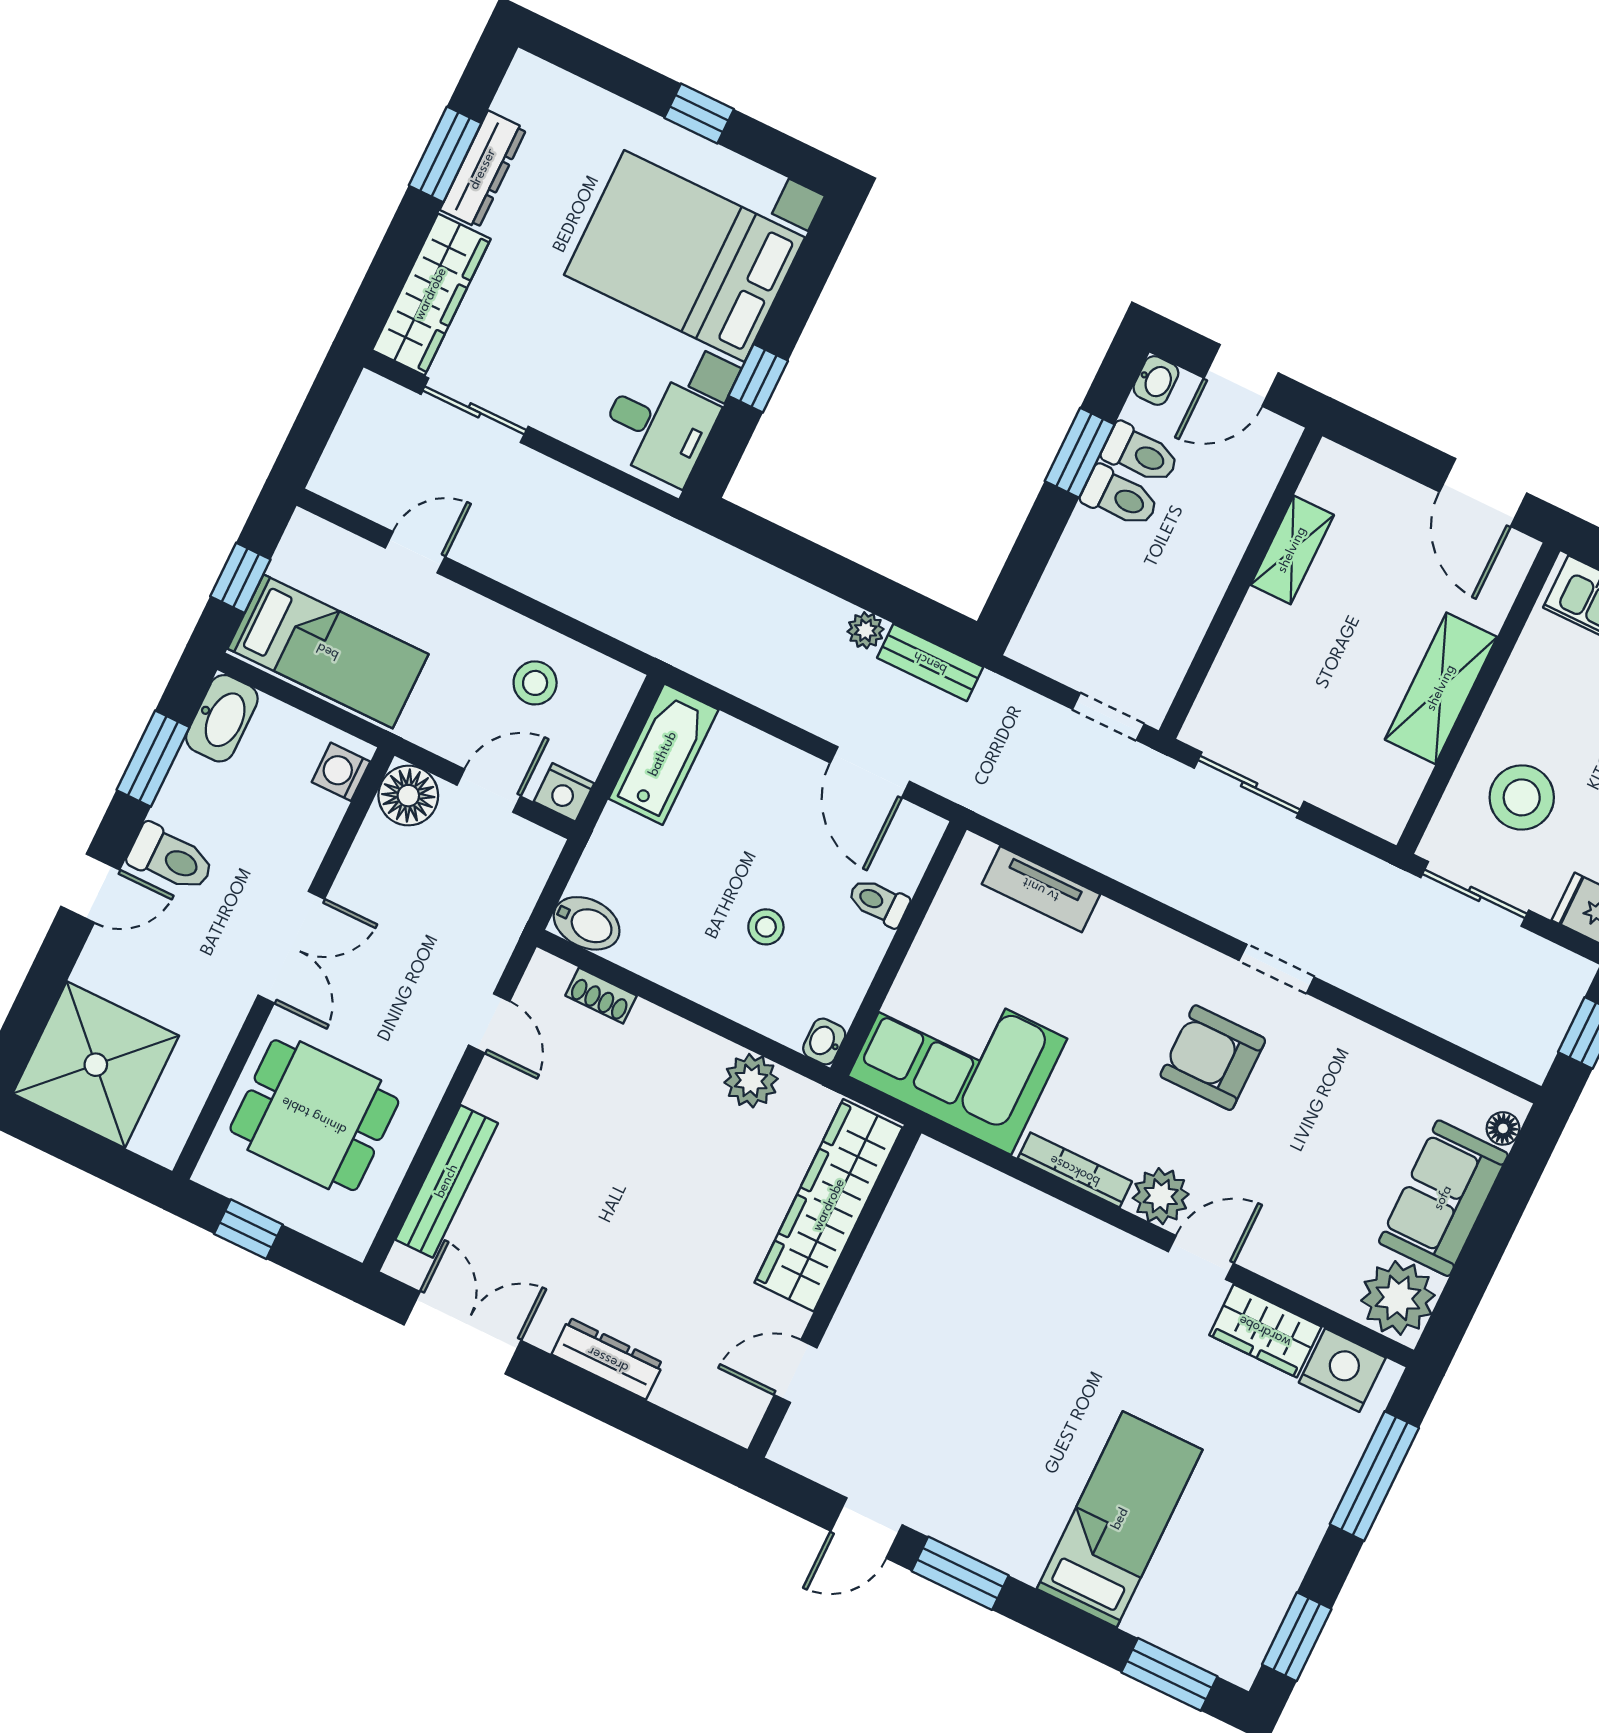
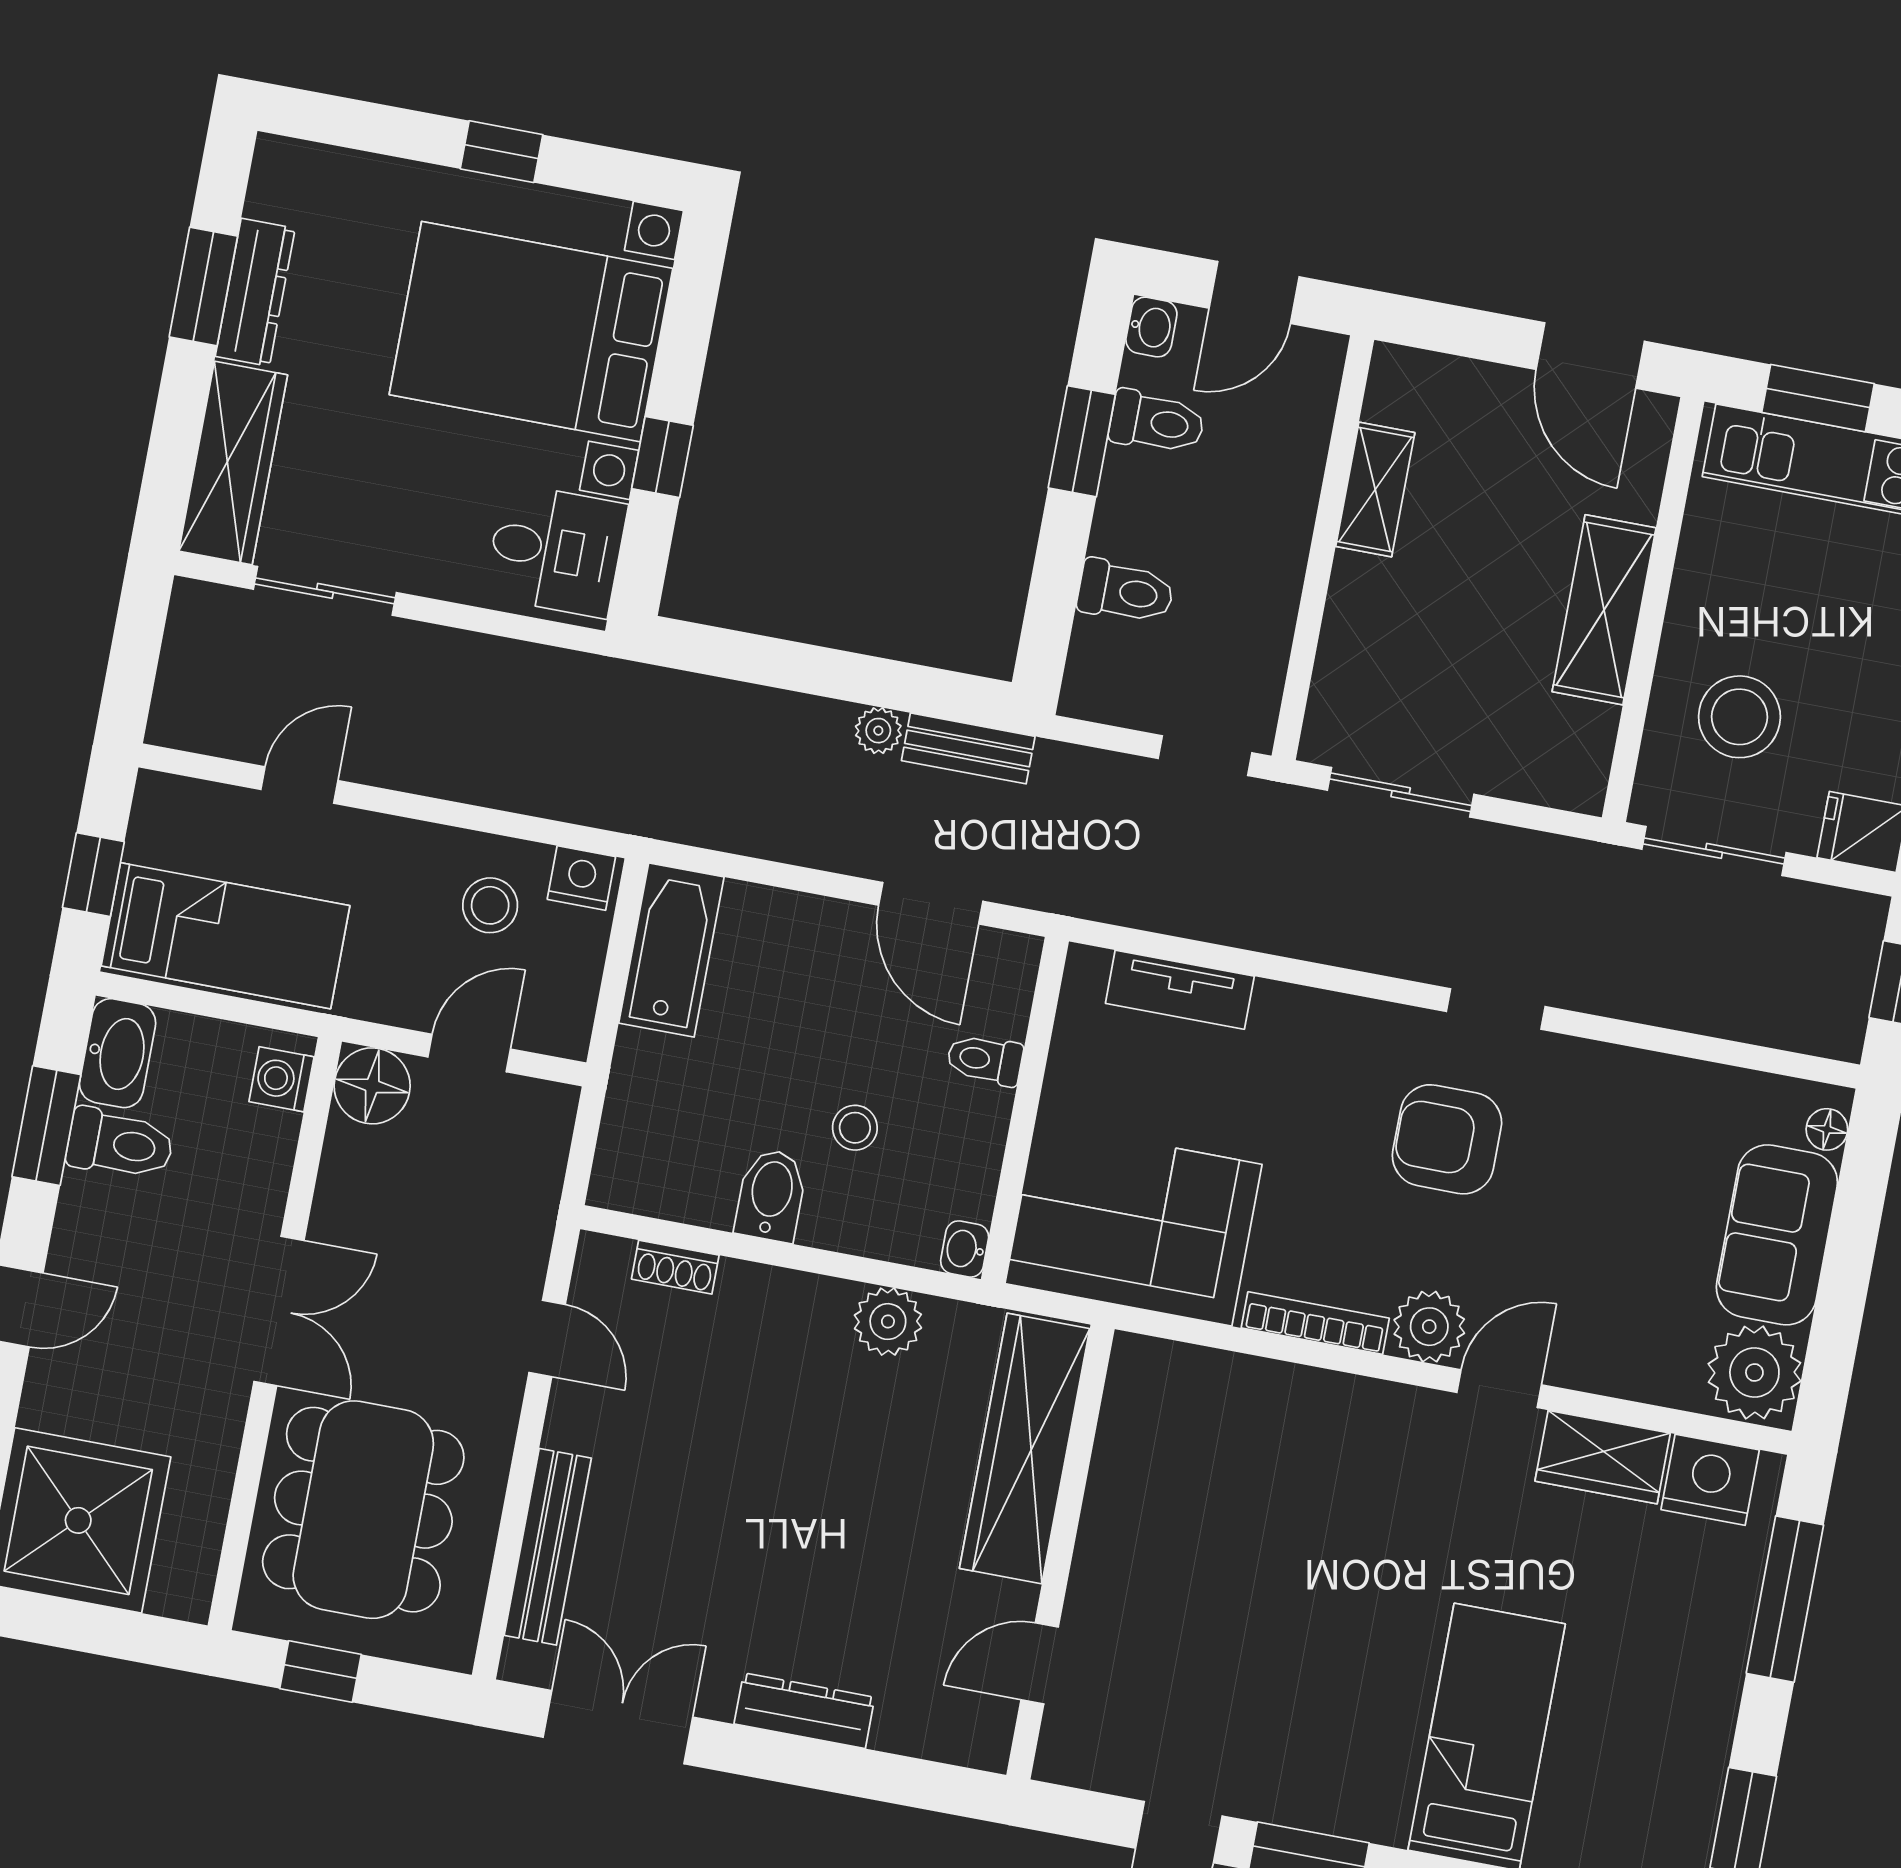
toilet: (1120, 497) -> (1126, 592), moved
nightstand: (564, 792) -> (581, 878), moved, turned 180
toilet: (171, 858) -> (120, 1144), moved
bidet: (587, 923) -> (771, 1195), moved, turned -90
dining table: (314, 1115) -> (363, 1510), width x1.38

